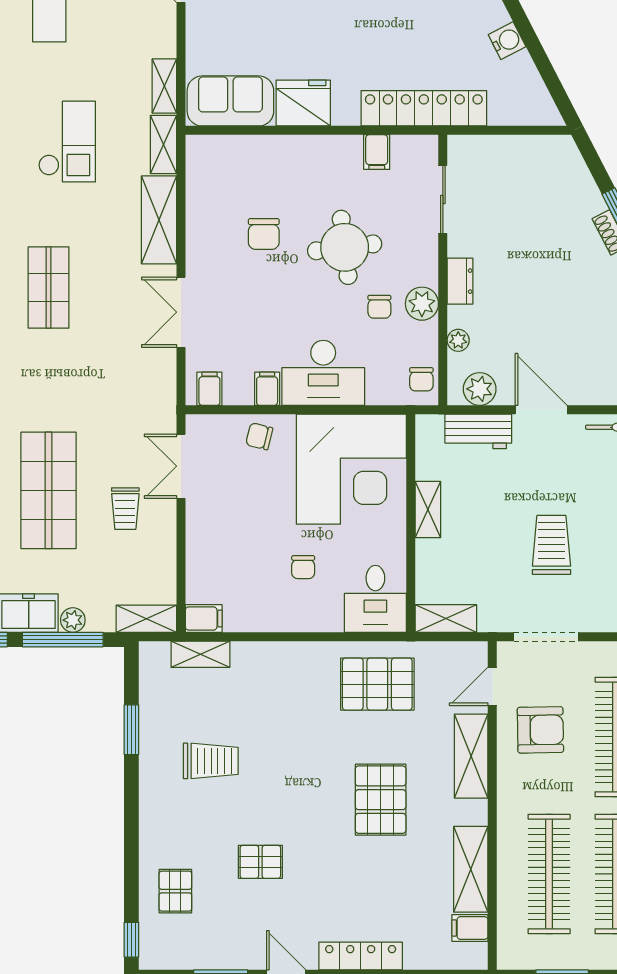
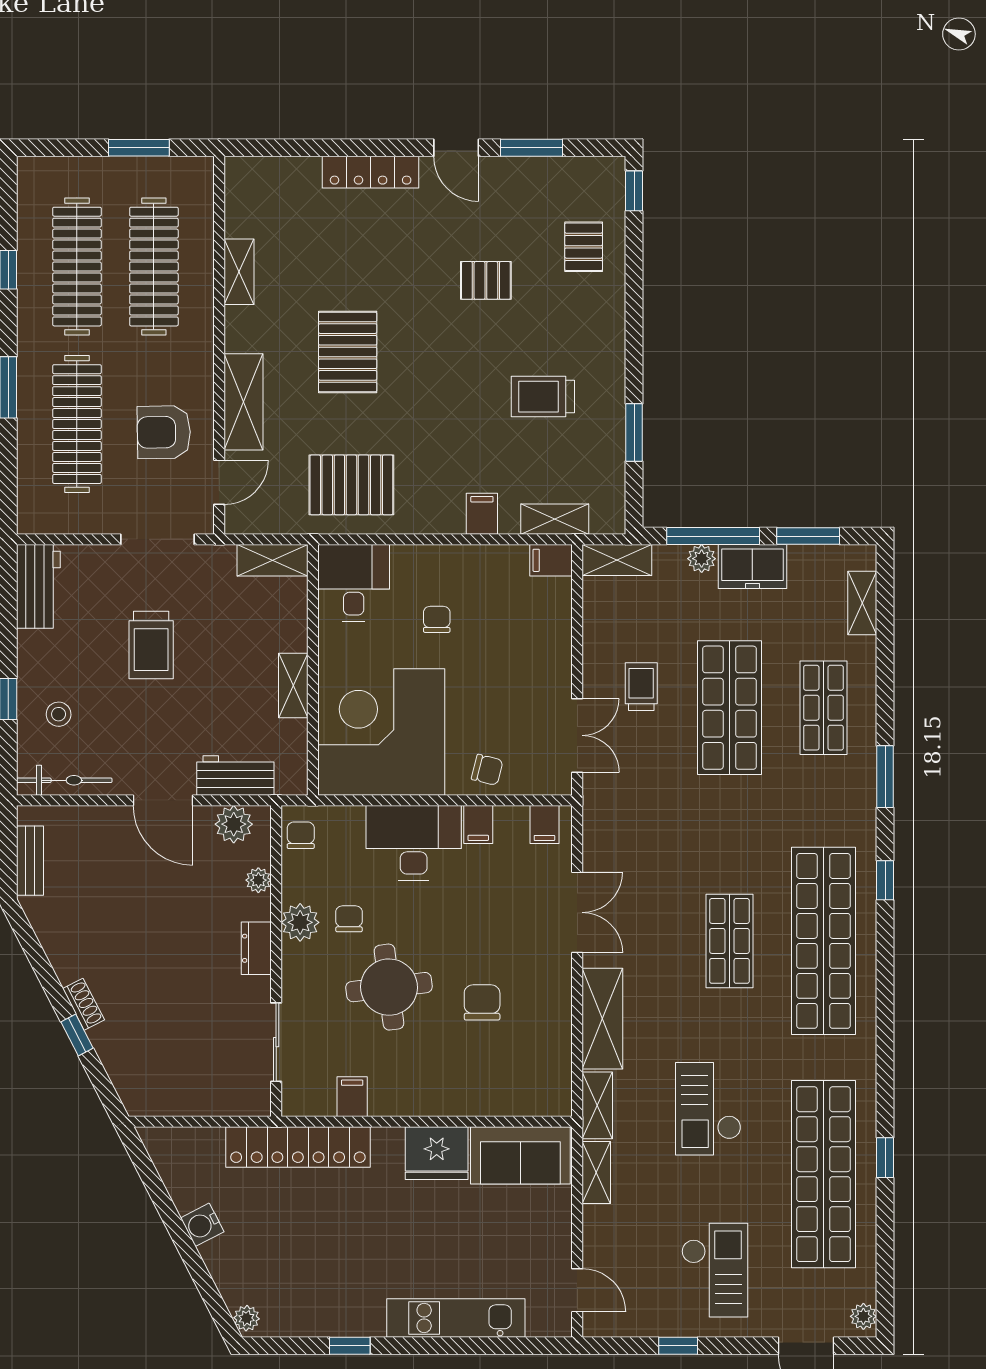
shelving: (471, 869) -> (239, 272), width x0.67, depth x0.75
filing cabinet: (470, 928) -> (482, 514), moved, turned -90

